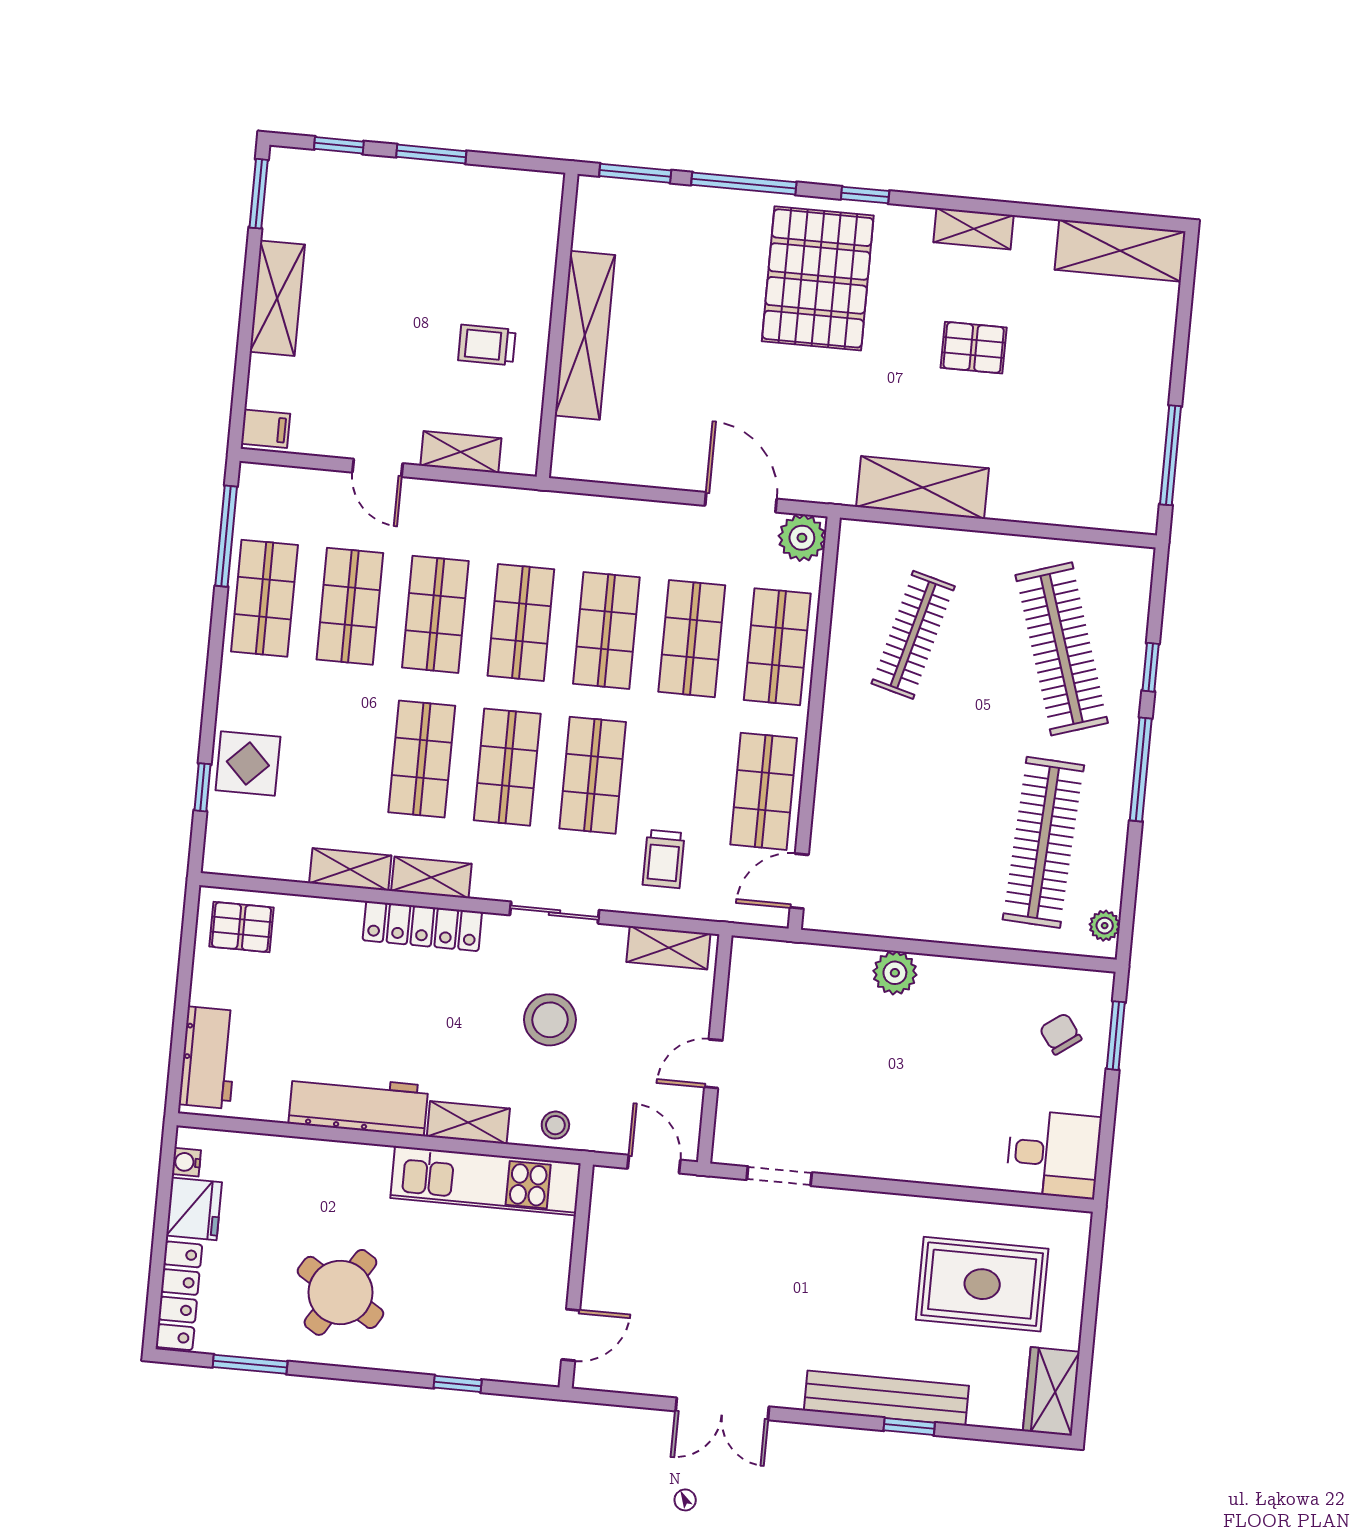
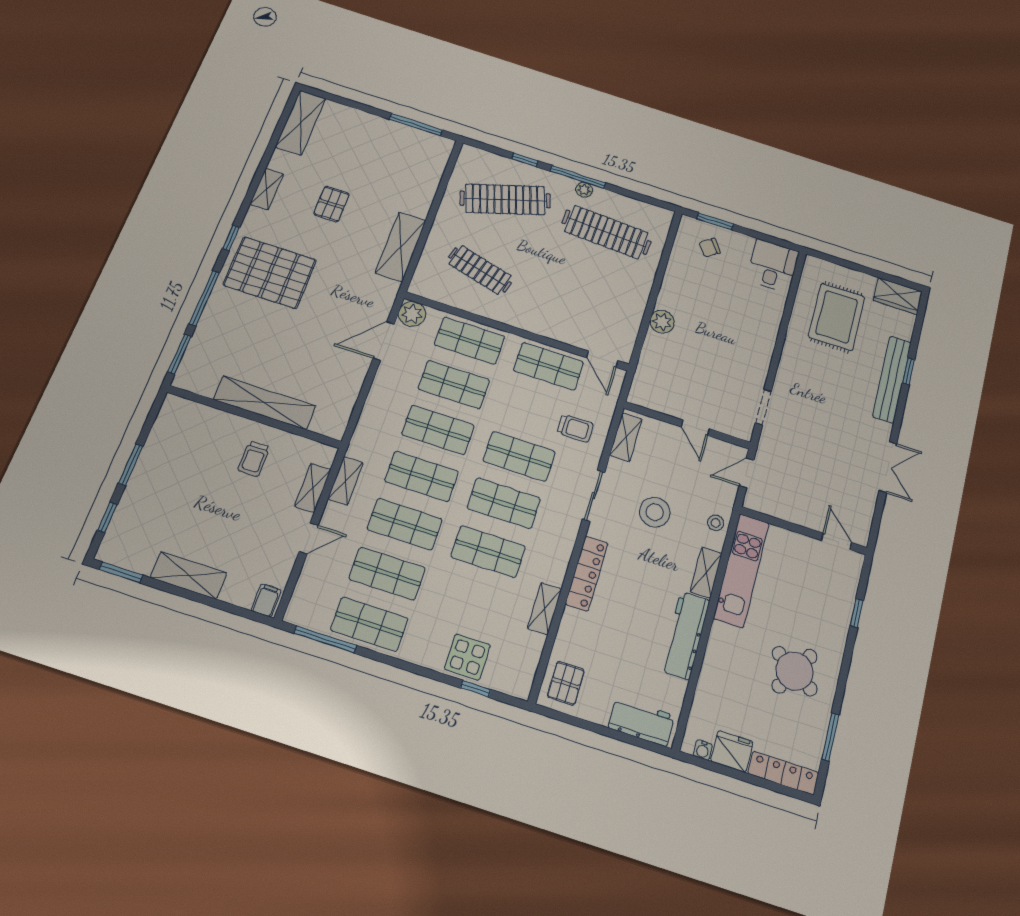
shelving: (431, 877) -> (346, 481), moved
plant: (1105, 926) -> (584, 190), moved

